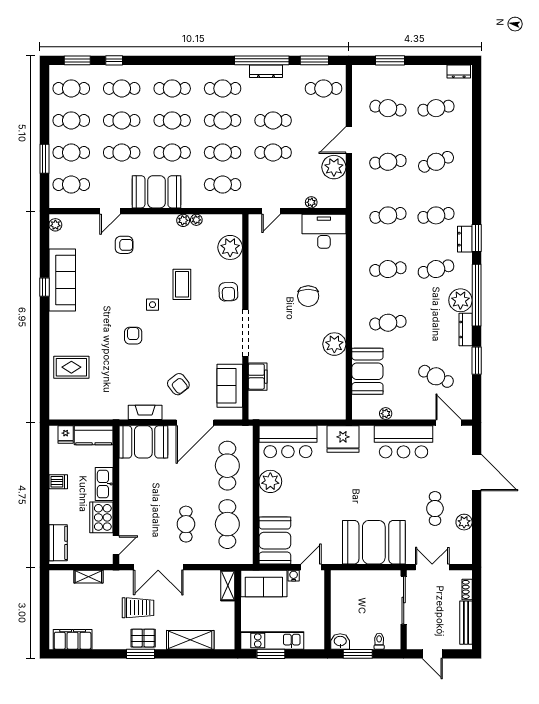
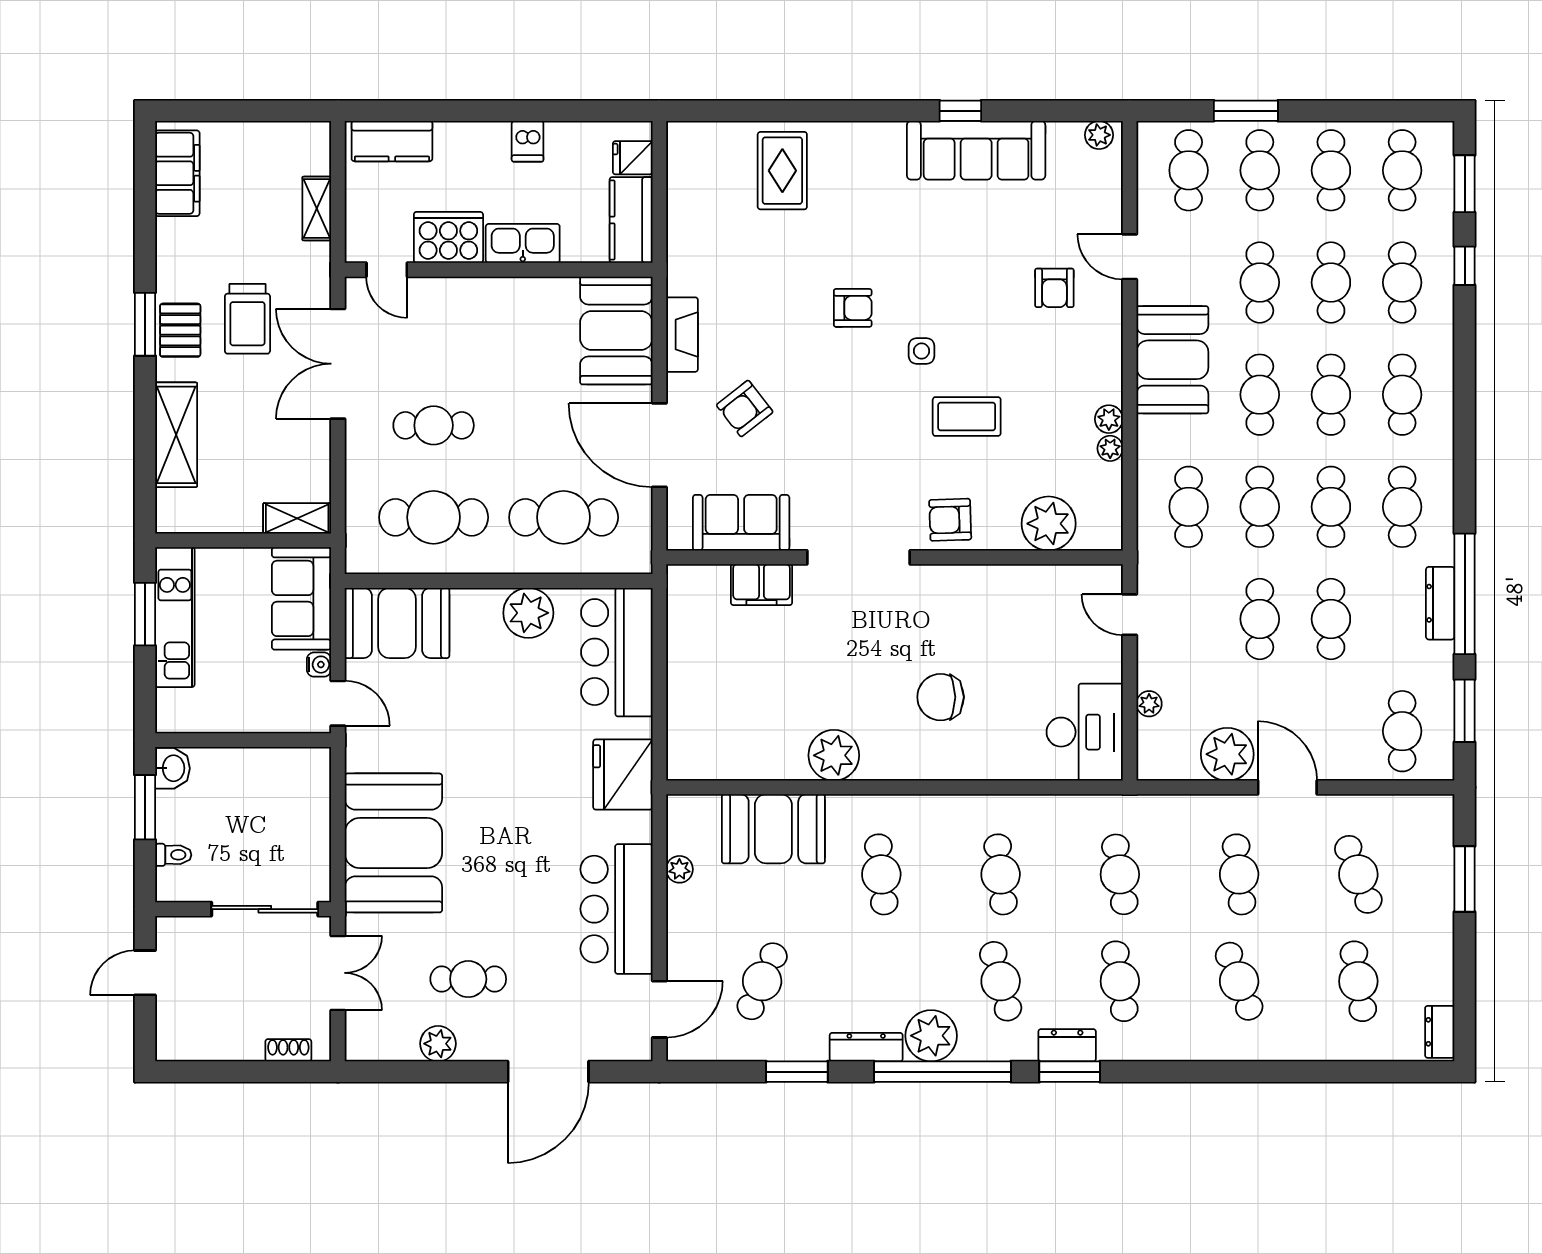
cafe table: (388, 108) -> (1358, 874), turned -30
bench: (466, 623) -> (214, 1048), removed

